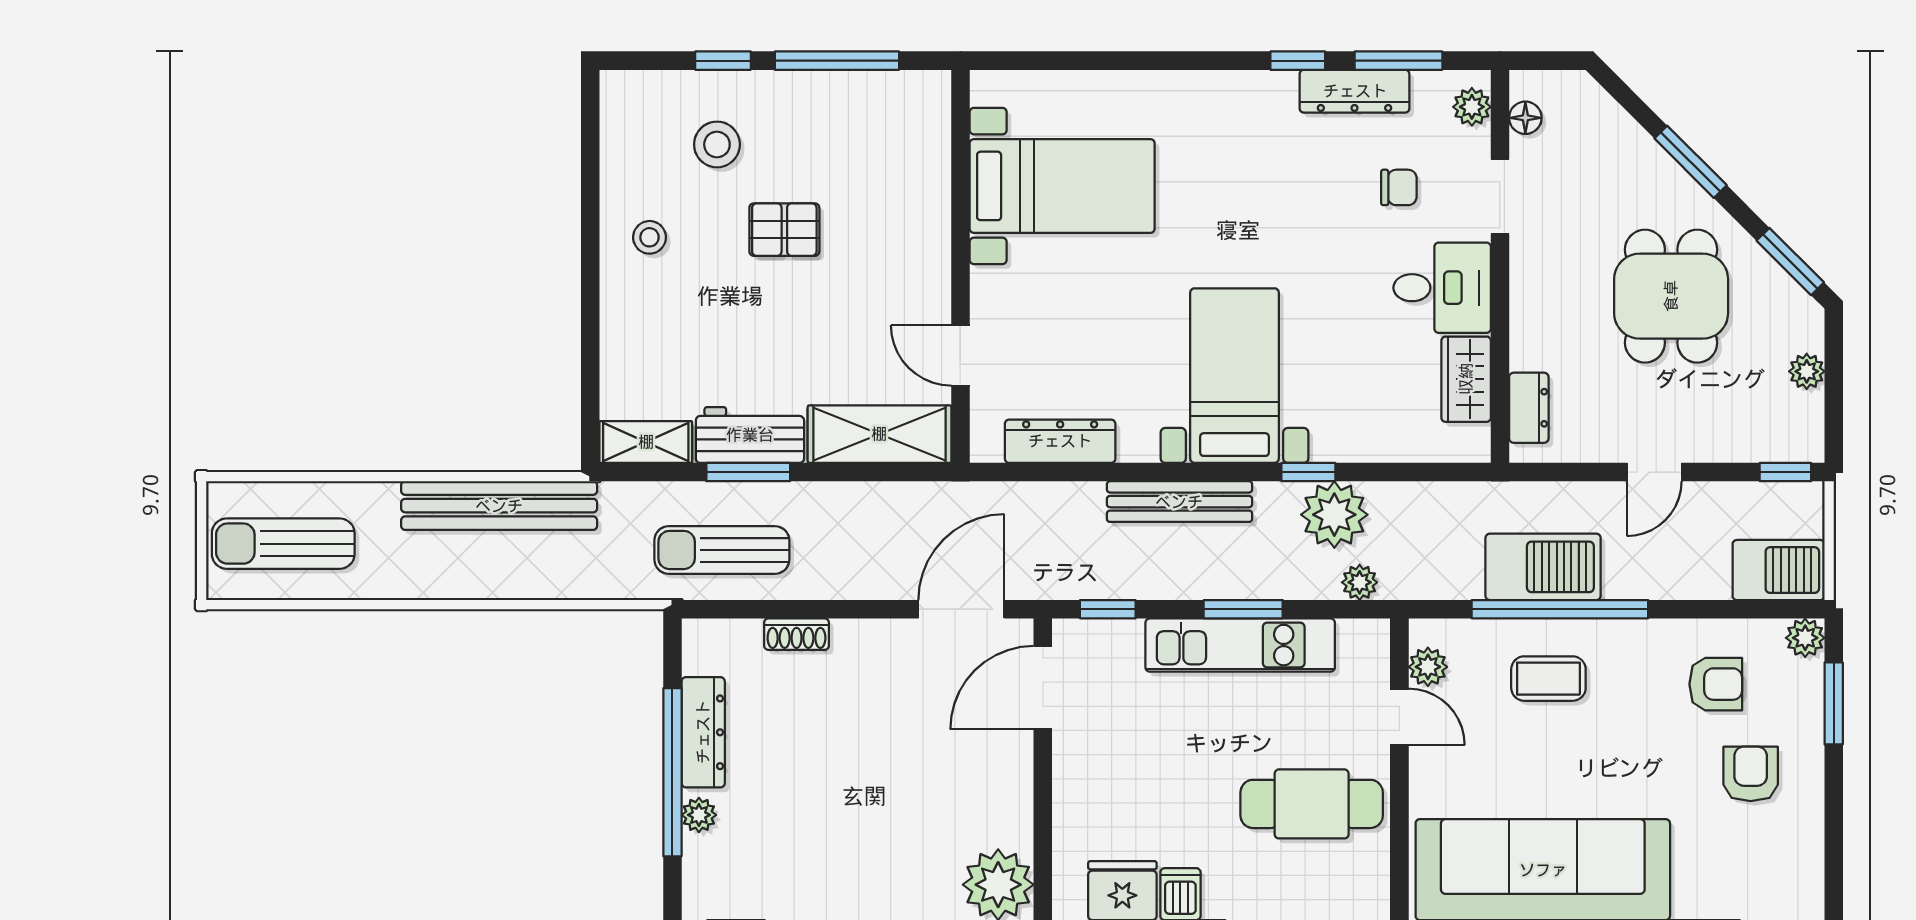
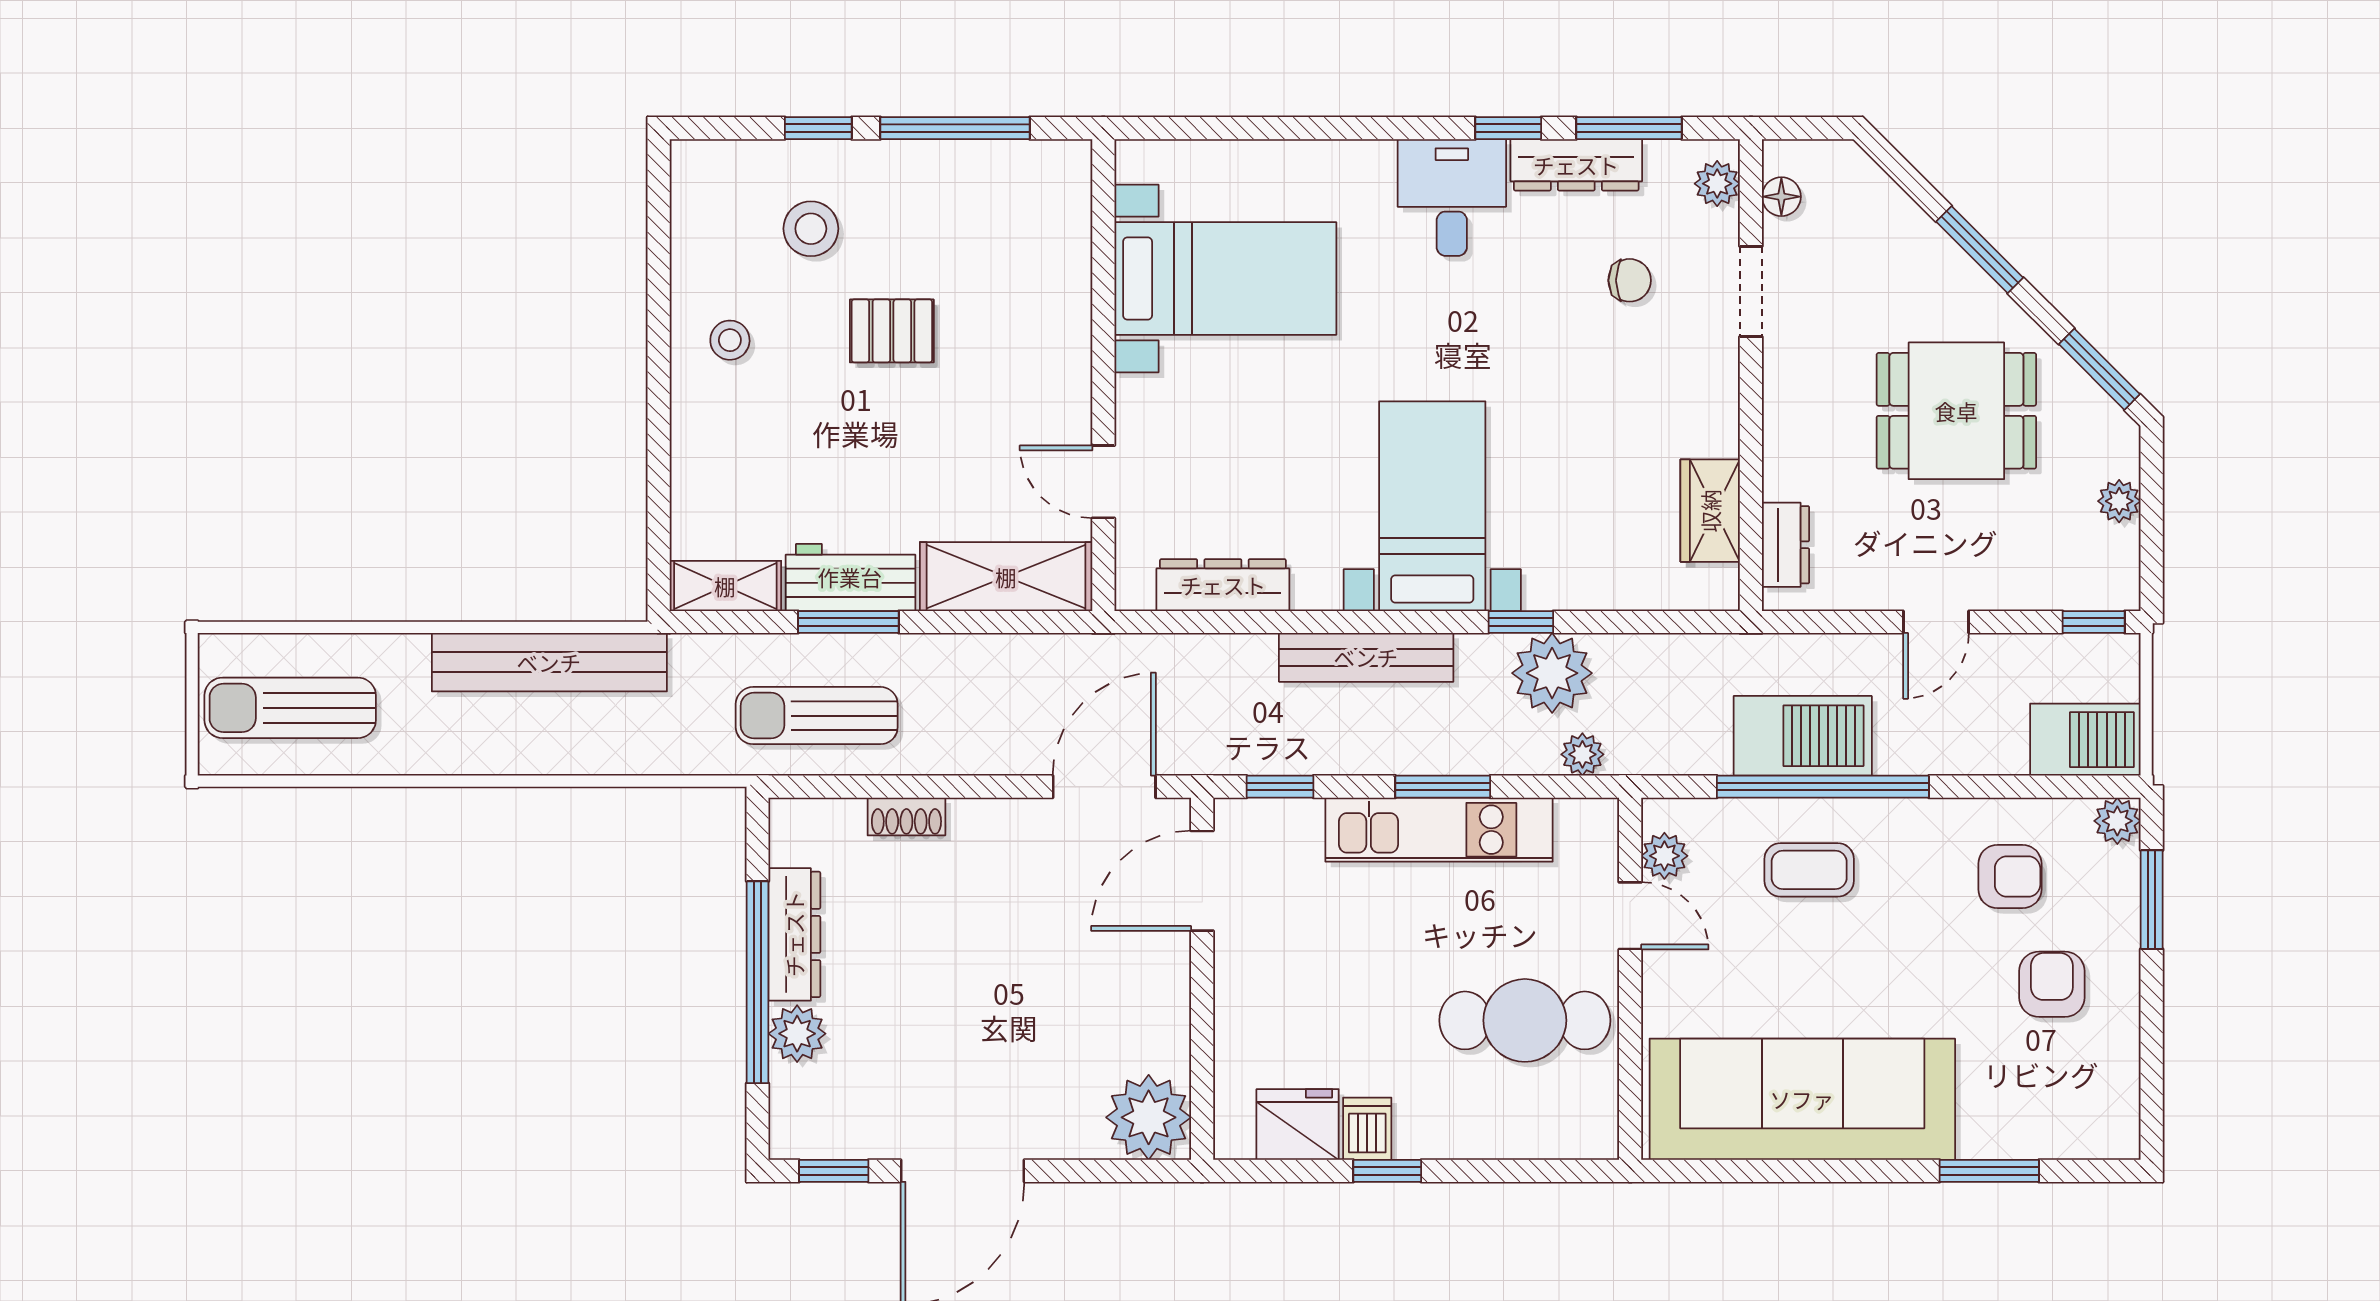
desk: (1442, 288) -> (1452, 197), moved, turned -90
dining table: (1671, 296) -> (1956, 411), turned 90
plant: (699, 815) -> (797, 1034), width x1.38, depth x1.38

